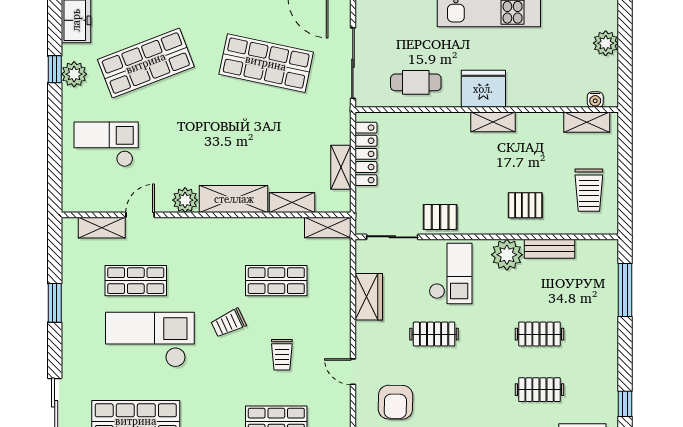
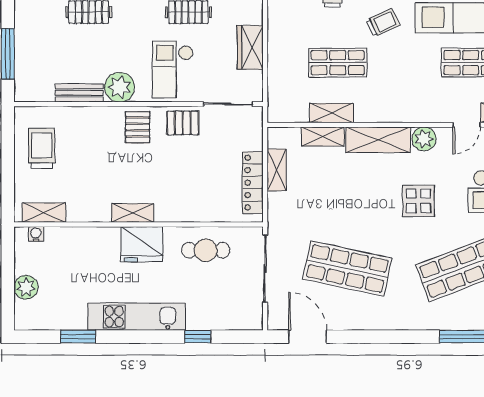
display table: (191, 135) -> (418, 201), added
pallet: (525, 205) -> (138, 127), moved, turned 90
shelving: (328, 227) -> (332, 113), moved

